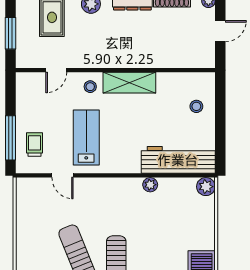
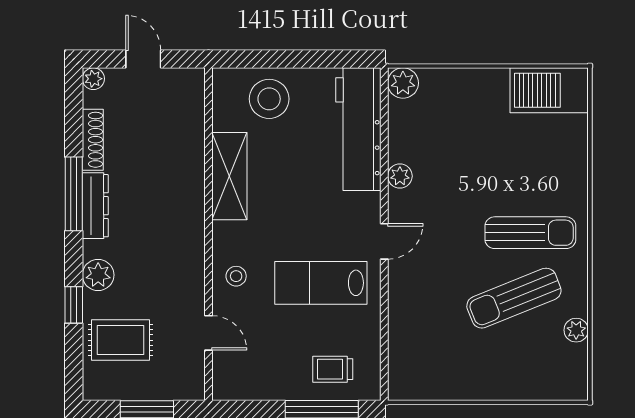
shelving: (129, 83) -> (229, 176), moved
stool: (196, 106) -> (269, 99), width x1.89, depth x1.89
door: (62, 175) -> (384, 241), moved

